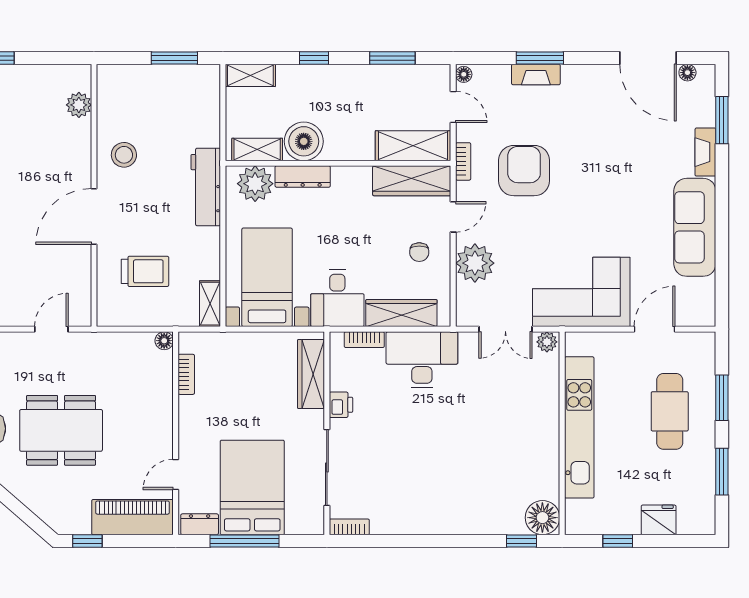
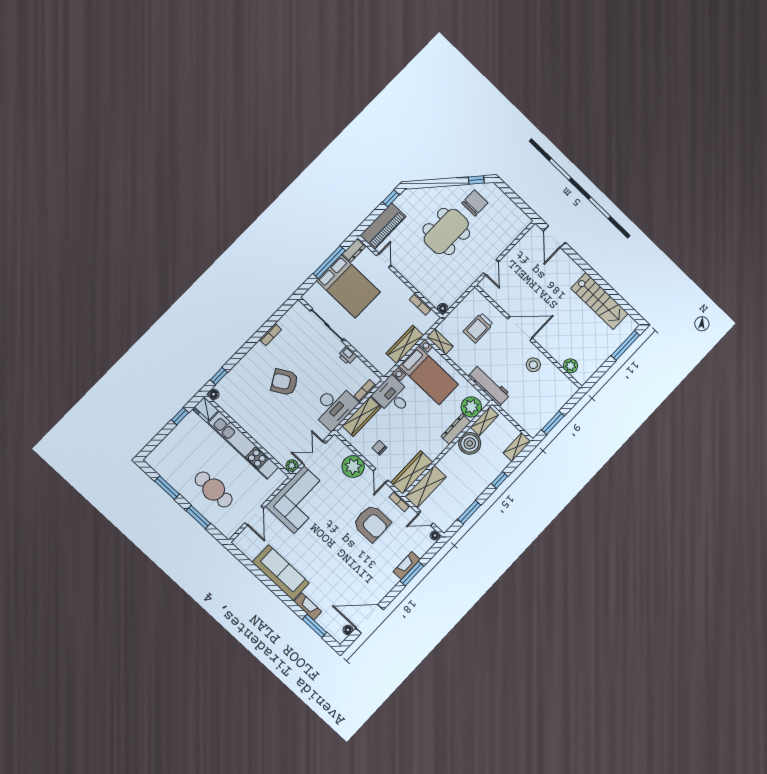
door: (94, 216) -> (520, 329), hinge flipped
wardrobe: (311, 374) -> (405, 344), moved, turned -90
armchair: (451, 452) -> (284, 382), added
floor lamp: (542, 518) -> (214, 394), width x0.53, depth x0.53
fridge: (659, 520) -> (205, 410), moved, turned 90
bookcase: (349, 527) -> (270, 335), moved

